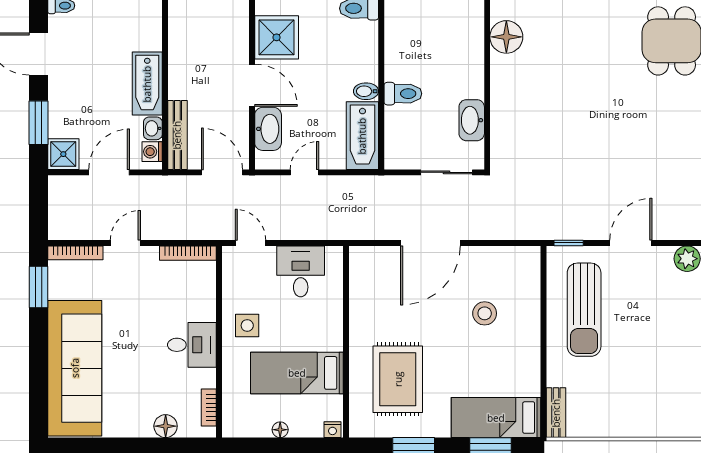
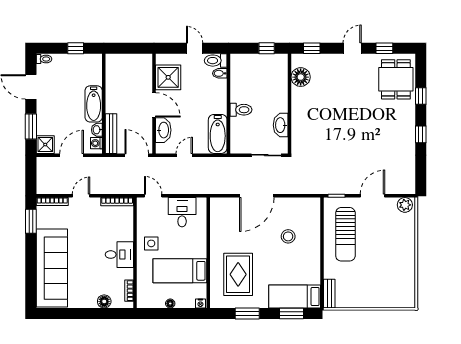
bidet: (366, 91) -> (220, 73), moved

